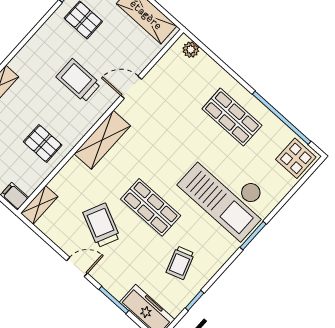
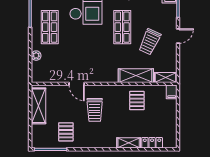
plant: (191, 50) -> (36, 56), moved
shelving: (102, 140) -> (136, 76), moved
door: (77, 267) -> (178, 36), swing flipped

